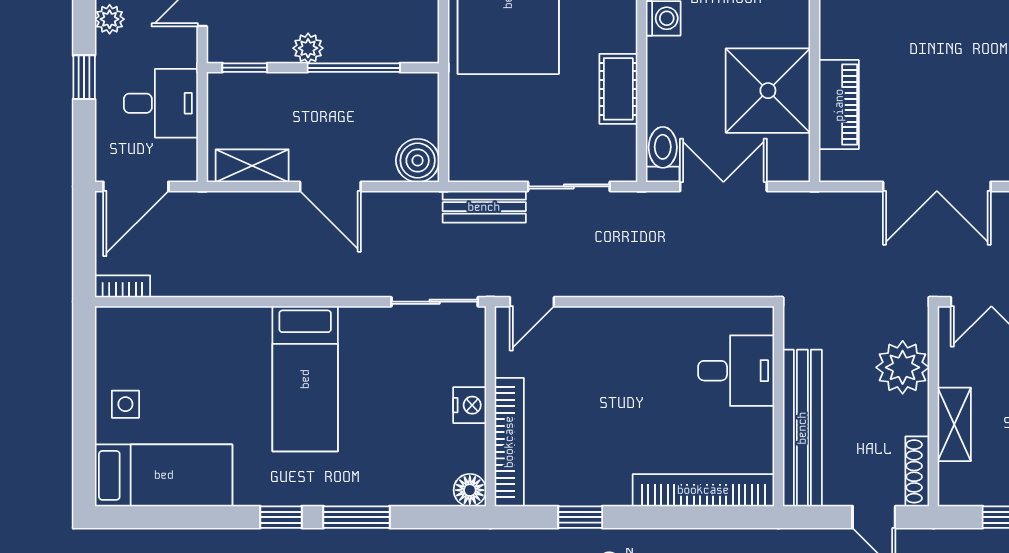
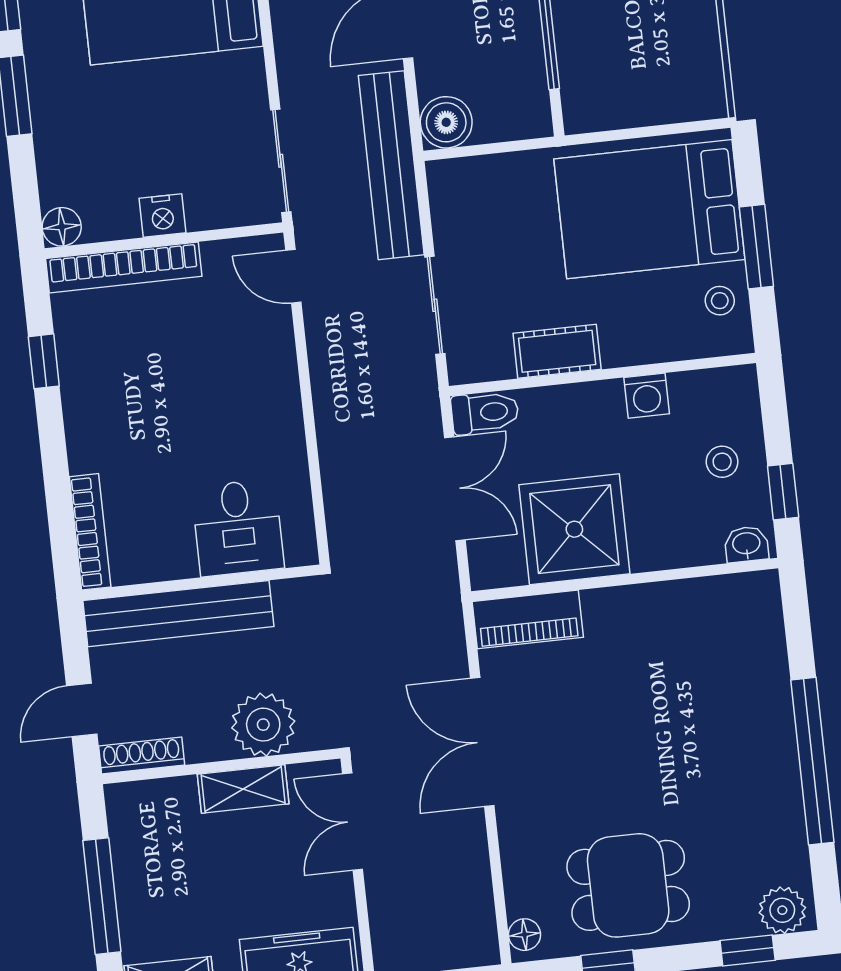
piano: (839, 105) -> (528, 619), moved
bench: (484, 207) -> (391, 165), width x1.86, depth x1.21
shelving: (954, 424) -> (243, 789), moved
bookcase: (703, 490) -> (90, 532), width x0.68, depth x0.76

